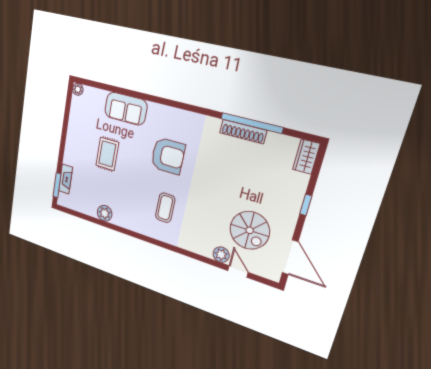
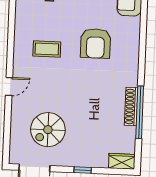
plant: (221, 255) -> (18, 109), removed
door: (238, 271) -> (9, 87), moved

